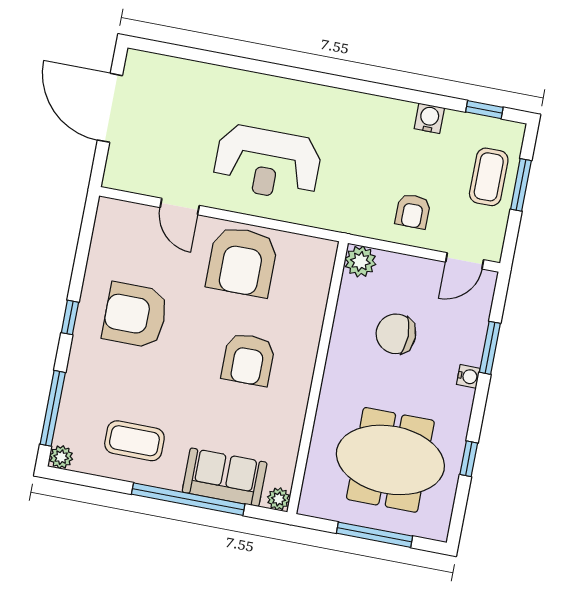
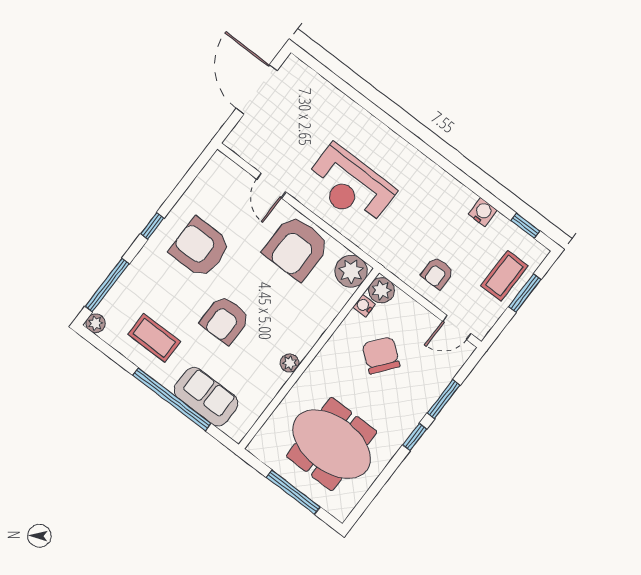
plant: (316, 257) -> (351, 271), added
chair: (396, 334) -> (381, 355), turned 38
armchair: (248, 359) -> (225, 320), moved
water cooler: (468, 376) -> (364, 306), moved, turned 180
window: (469, 459) -> (415, 437), moved
plant: (279, 499) -> (290, 363), moved

